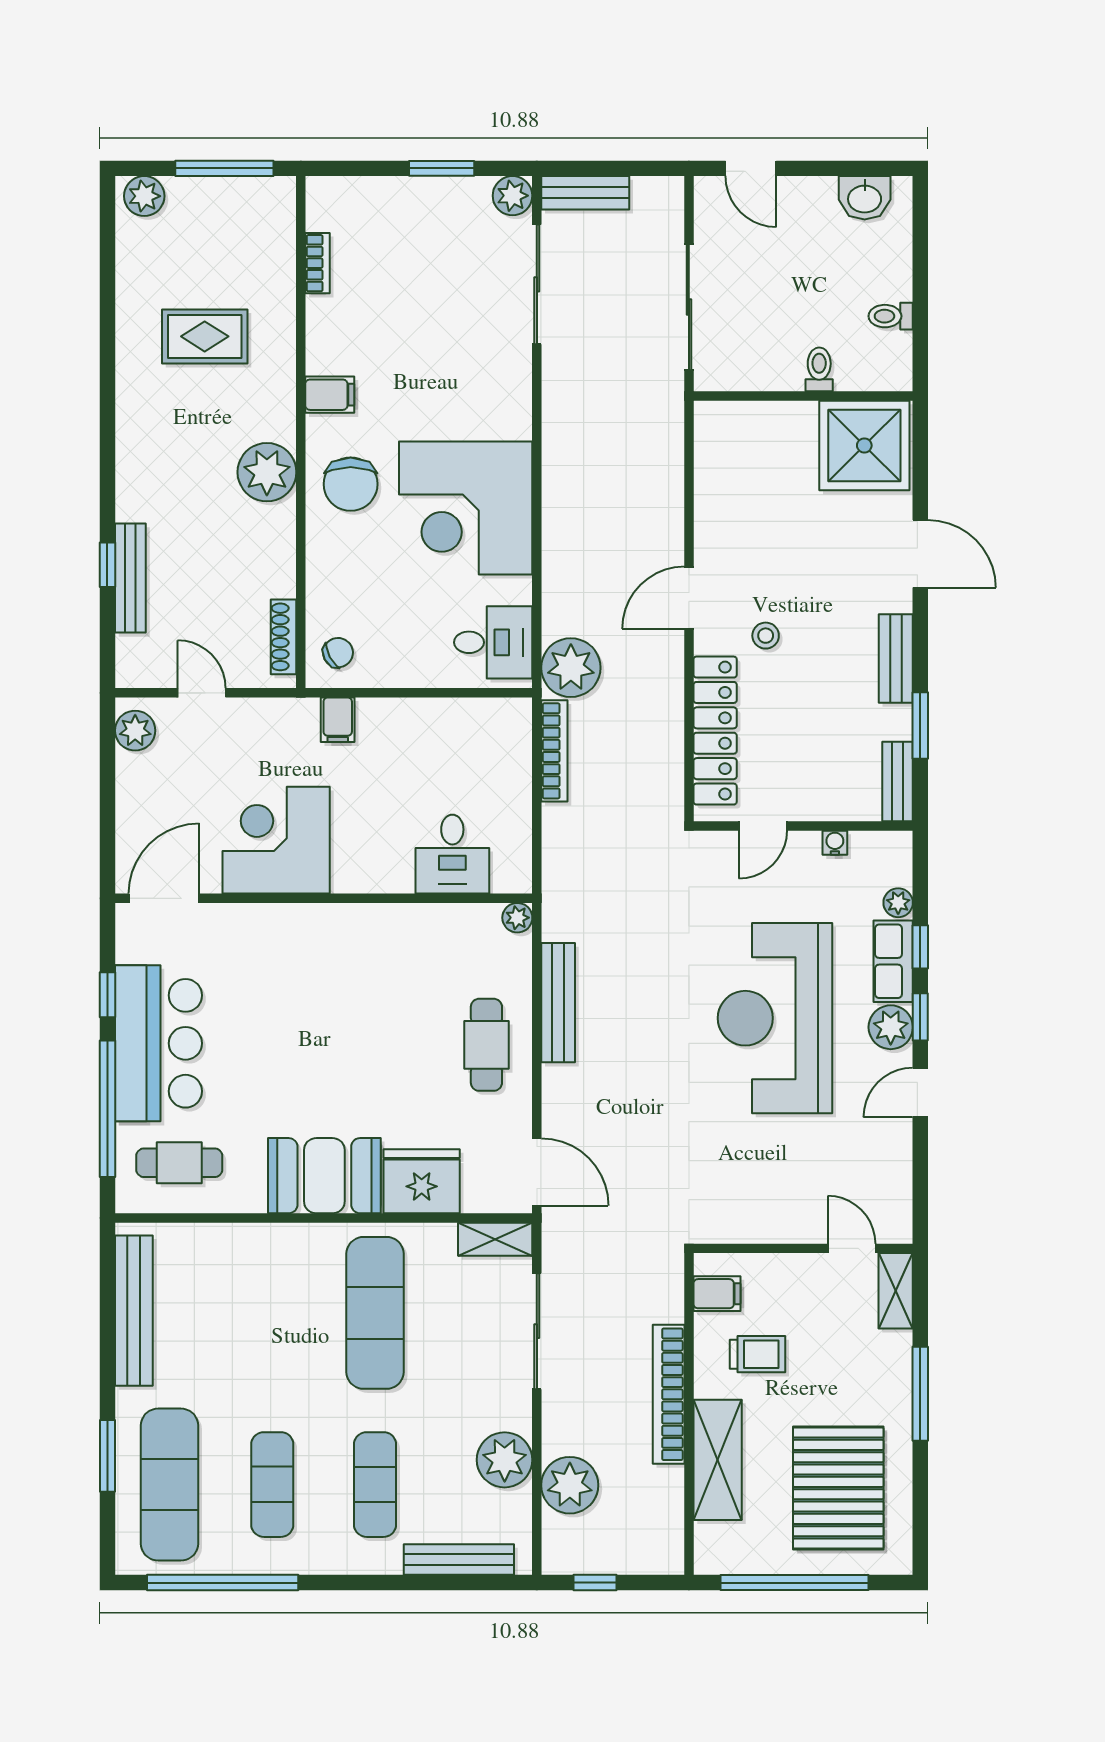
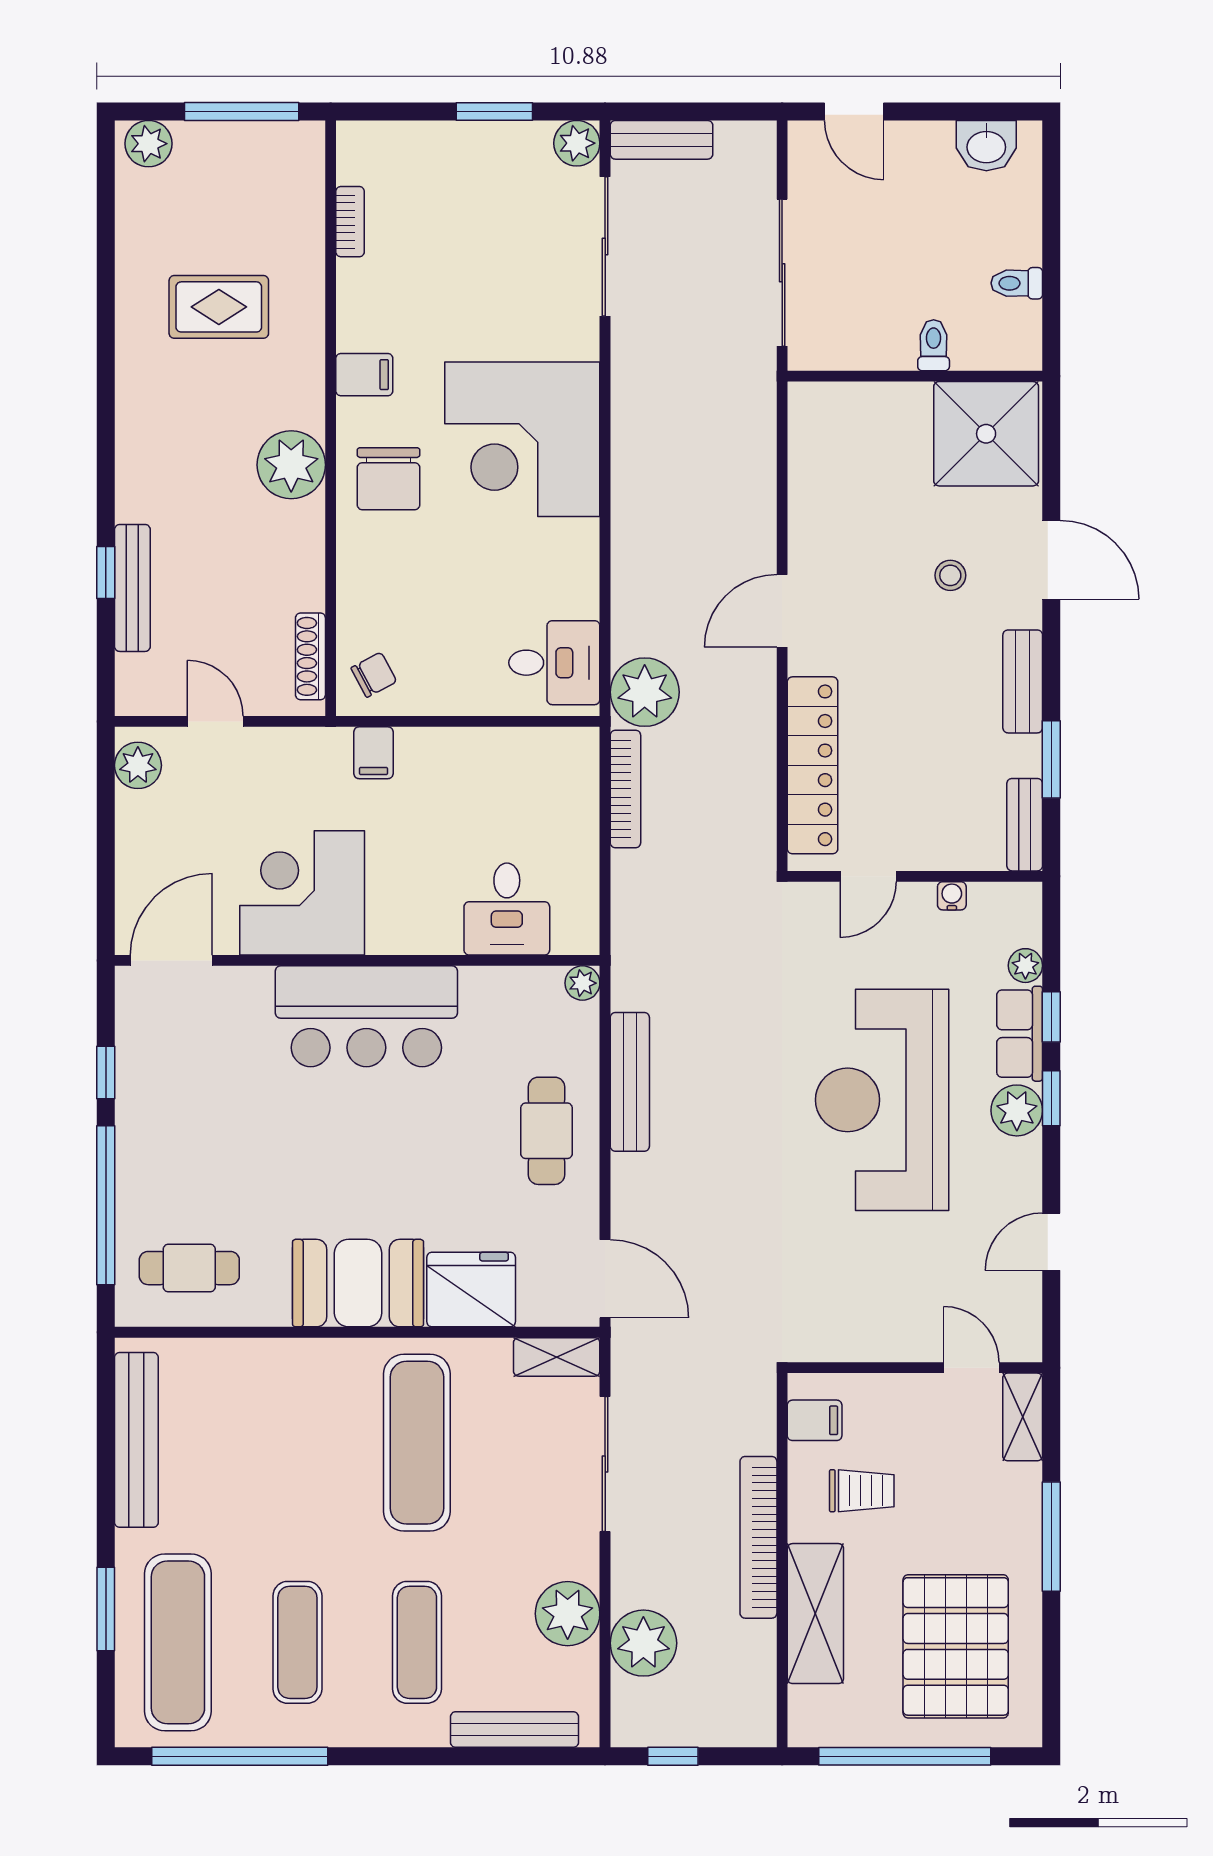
corner desk: (466, 508) -> (522, 439), moved
stool: (766, 636) -> (950, 575), moved
bar counter: (159, 1043) -> (366, 1016), moved, turned 90
door: (920, 1092) -> (1051, 1242), moved

